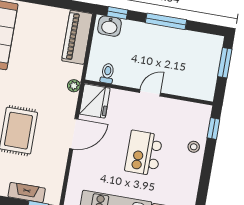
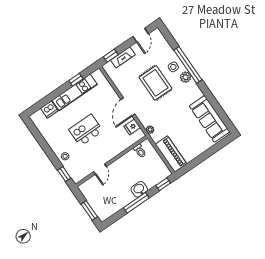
washbasin: (110, 26) -> (139, 189), moved
door: (150, 93) -> (100, 169), moved
fridge: (95, 101) -> (132, 127), width x0.53, depth x0.75
kitchen island: (144, 153) -> (86, 130), turned -90

